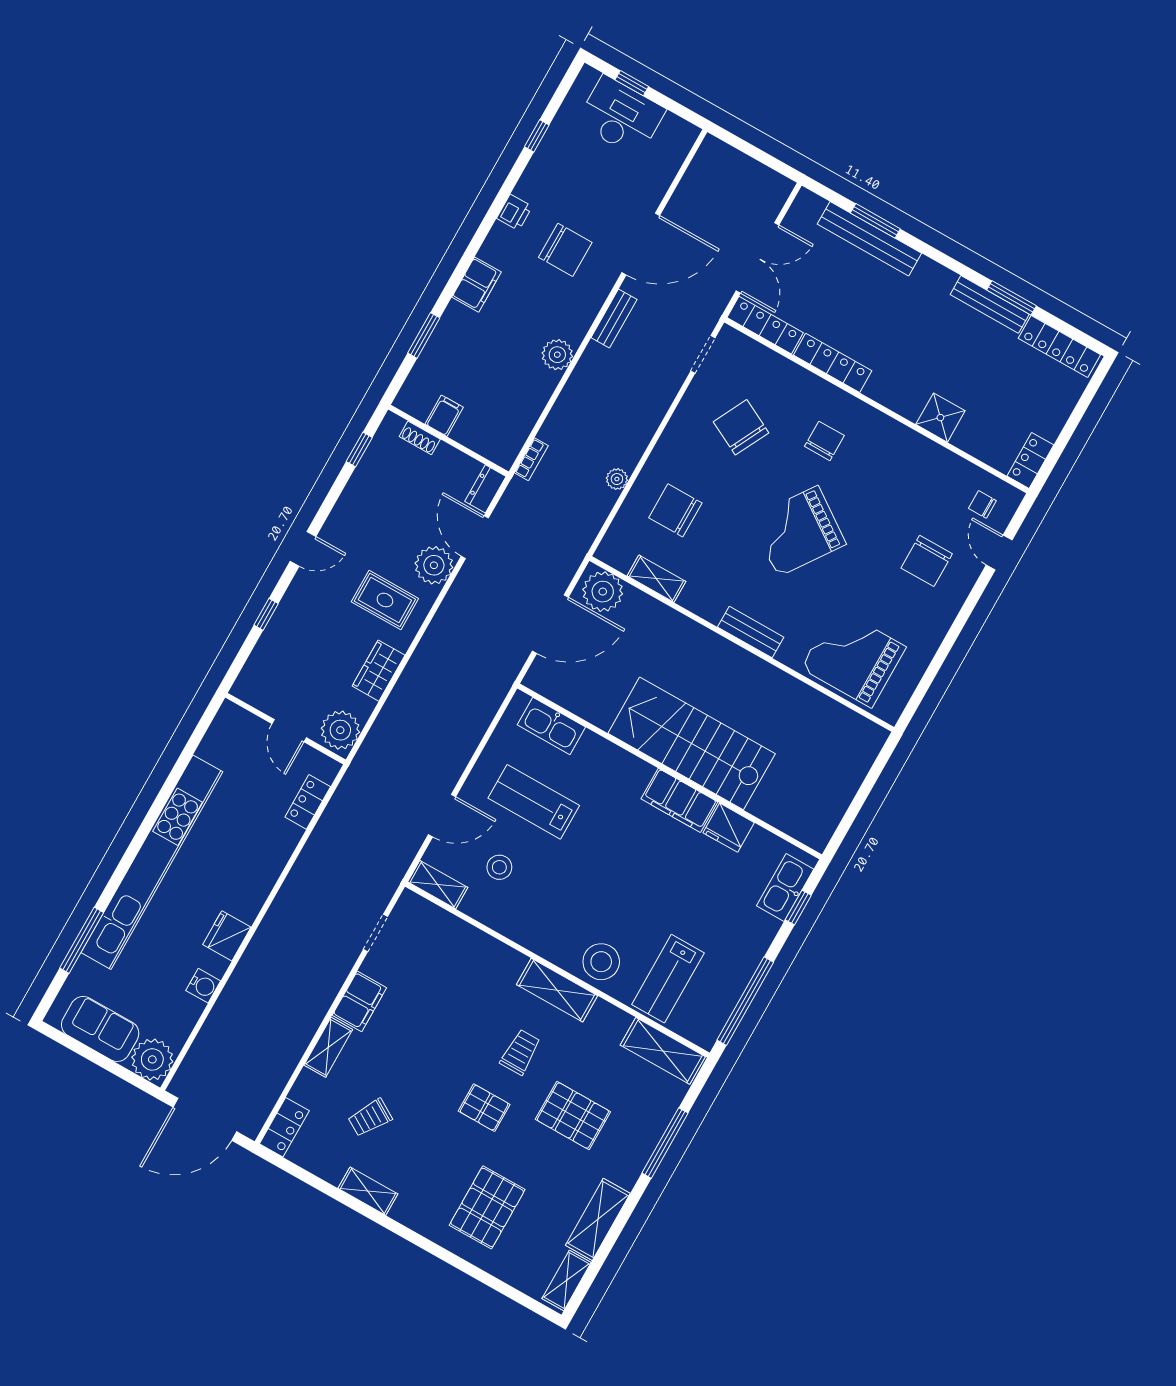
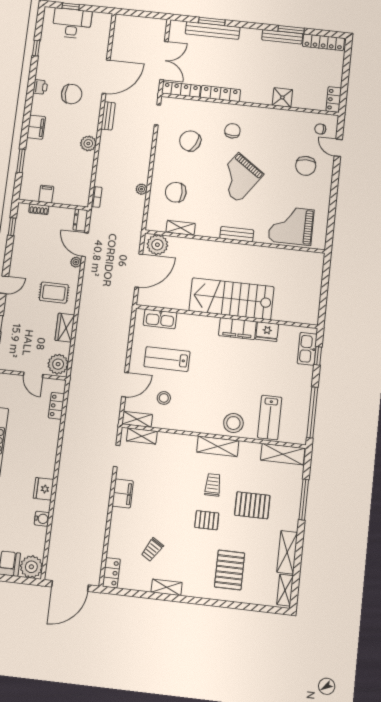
plant: (434, 565) -> (76, 262), width x0.53, depth x0.53
shelving: (328, 1047) -> (142, 436), moved, turned 90

